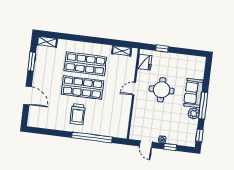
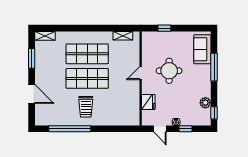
fridge: (145, 62) -> (148, 102), moved
sofa: (193, 93) -> (202, 49), moved
window: (203, 106) -> (214, 67), moved
plant: (194, 113) -> (205, 103), moved
window: (92, 137) -> (70, 129), moved

